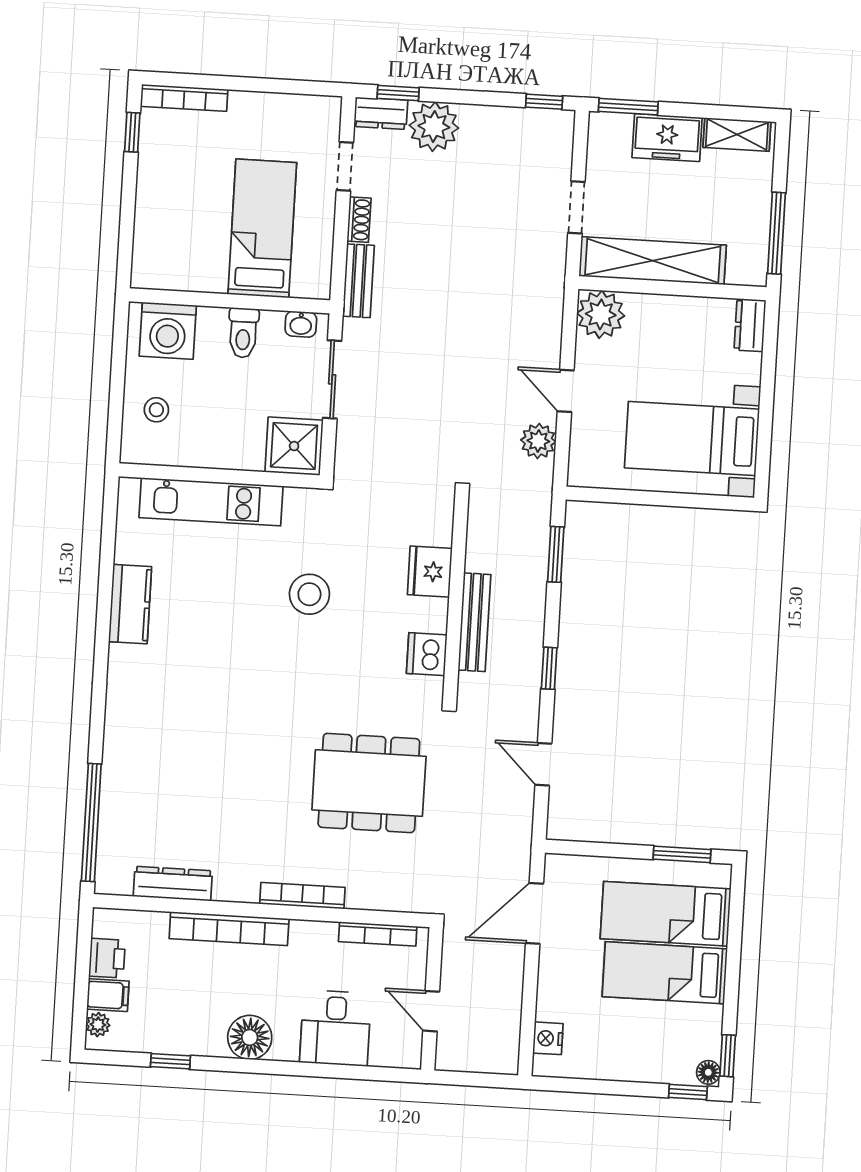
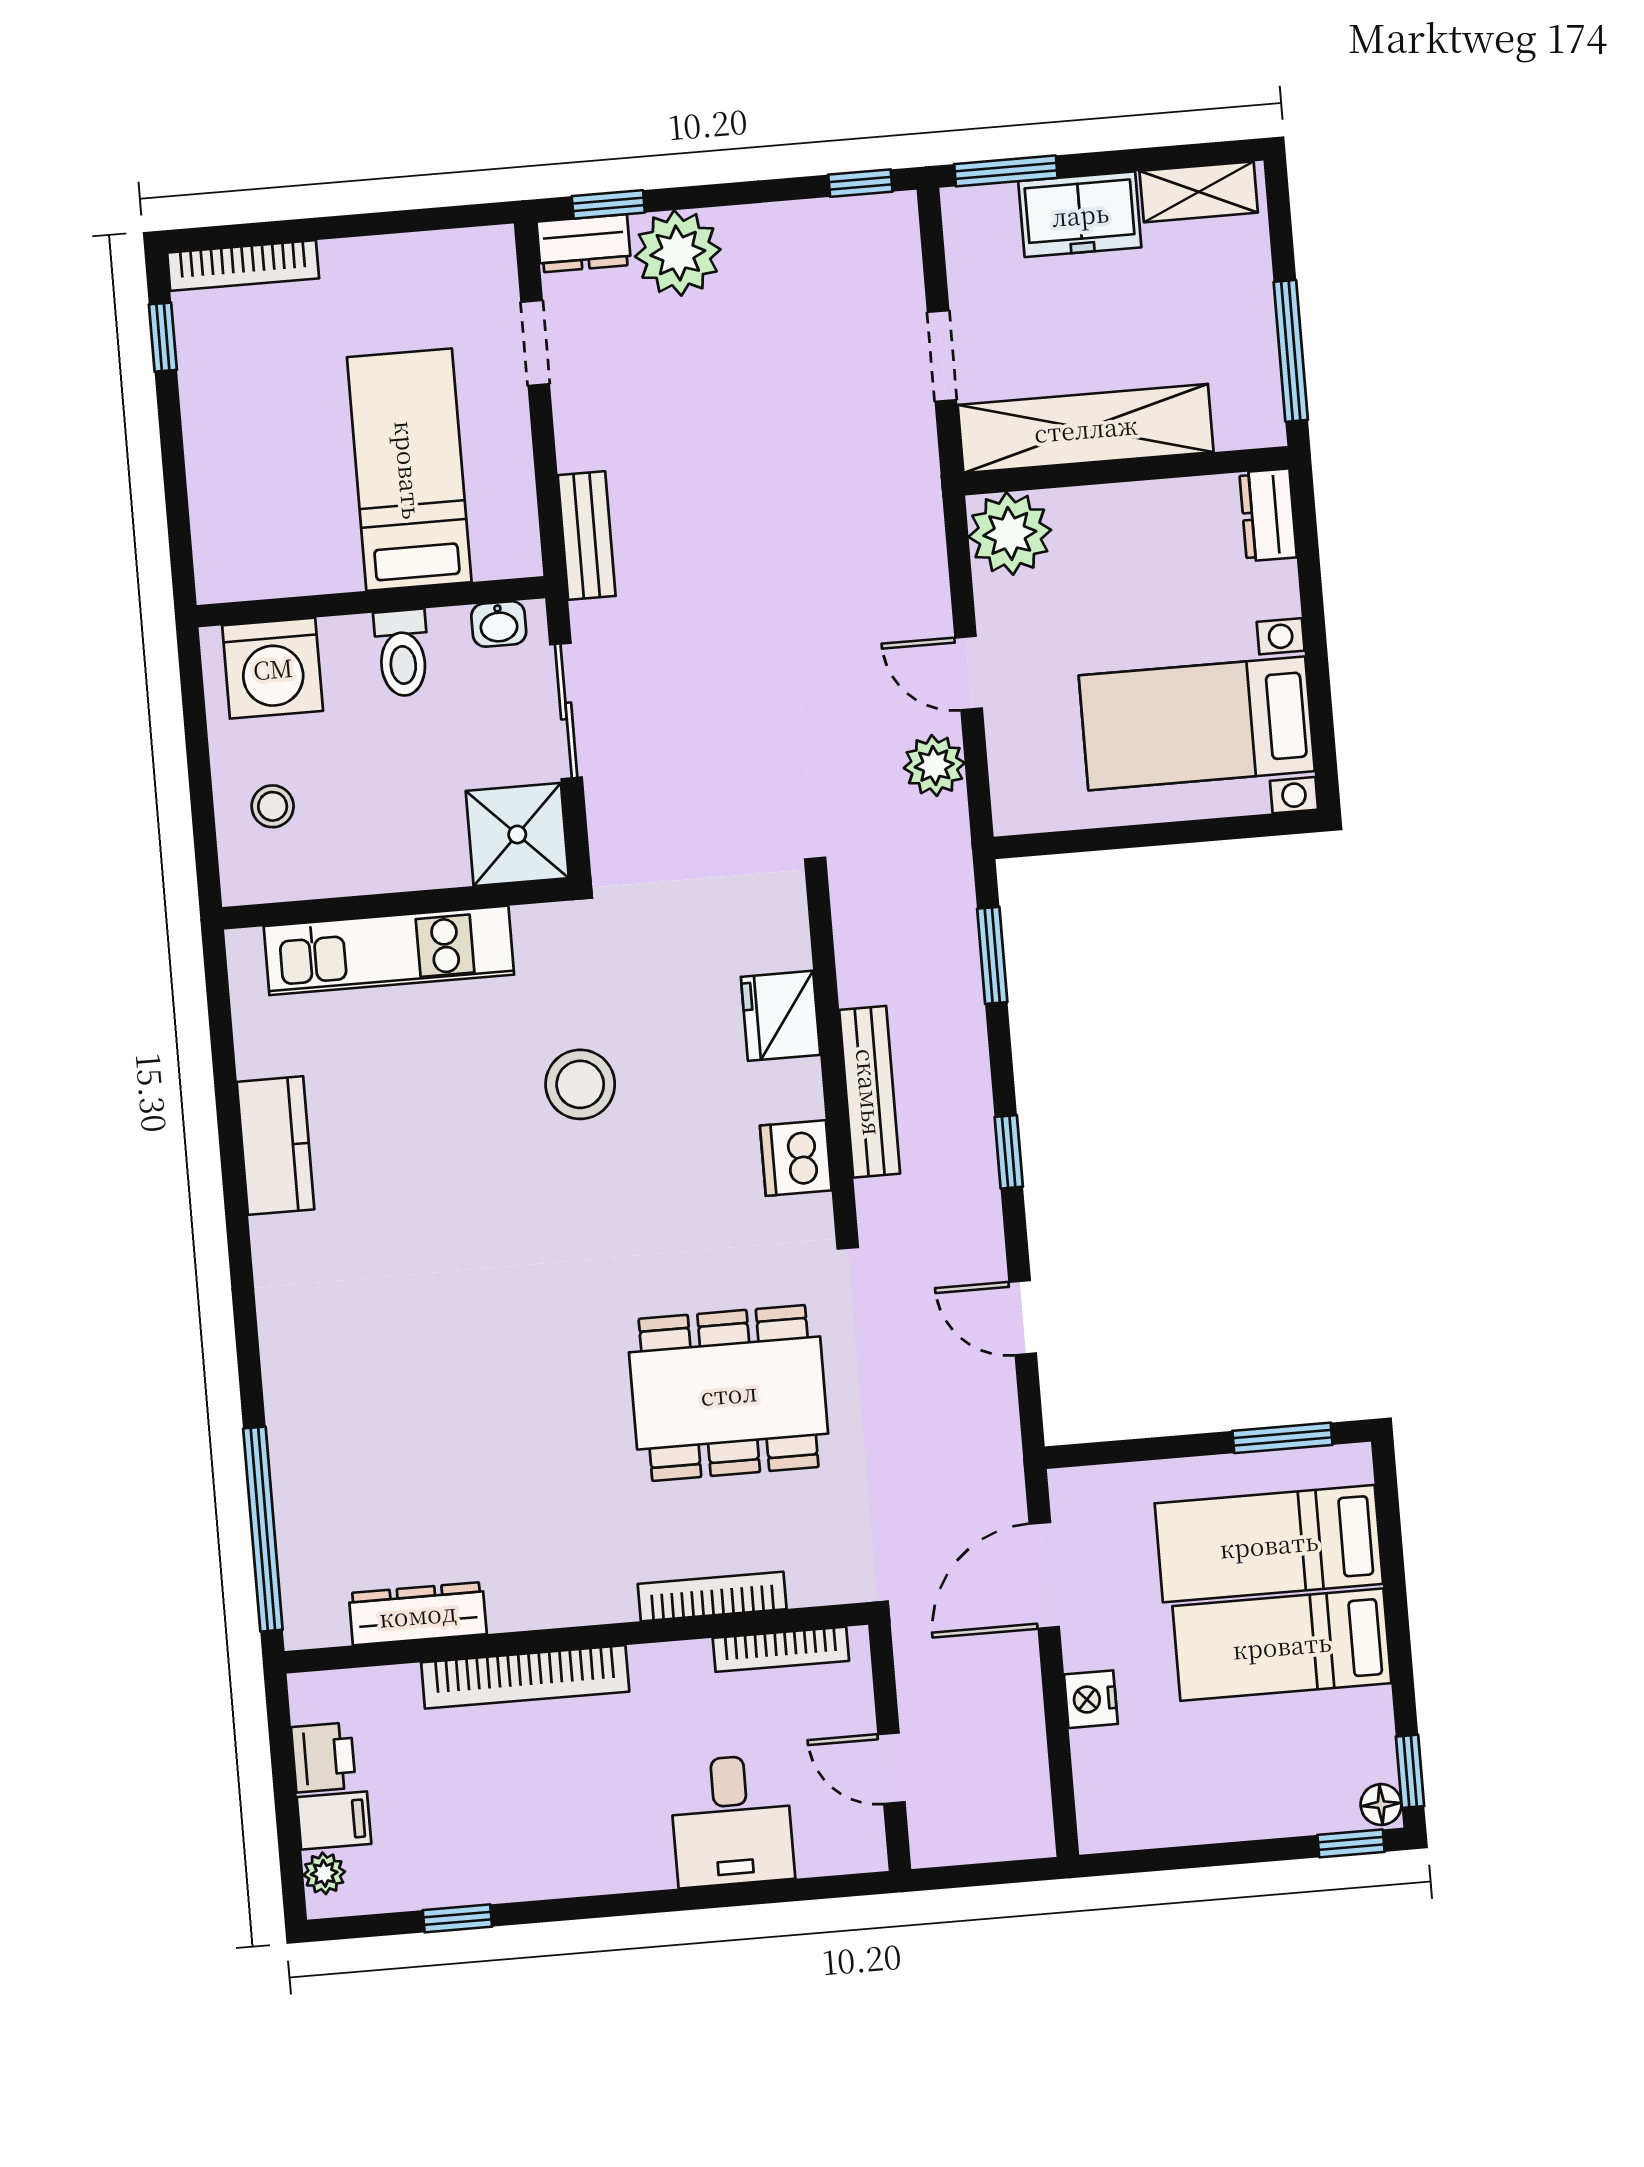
shoe rack: (359, 220) -> (573, 431), removed
bookcase: (302, 896) -> (712, 1597), moved
floor lamp: (250, 1037) -> (587, 1858), removed
nightstand: (548, 1038) -> (1091, 1699), moved

